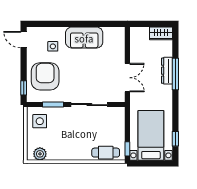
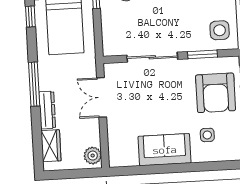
wardrobe: (161, 33) -> (51, 146), moved, turned 90
plant: (136, 36) -> (93, 156), added
window: (175, 74) -> (34, 84), moved

